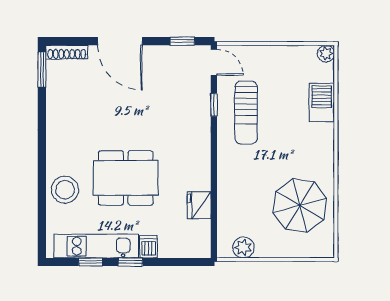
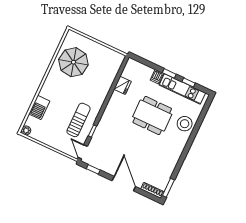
plant: (243, 247) -> (111, 55), removed

